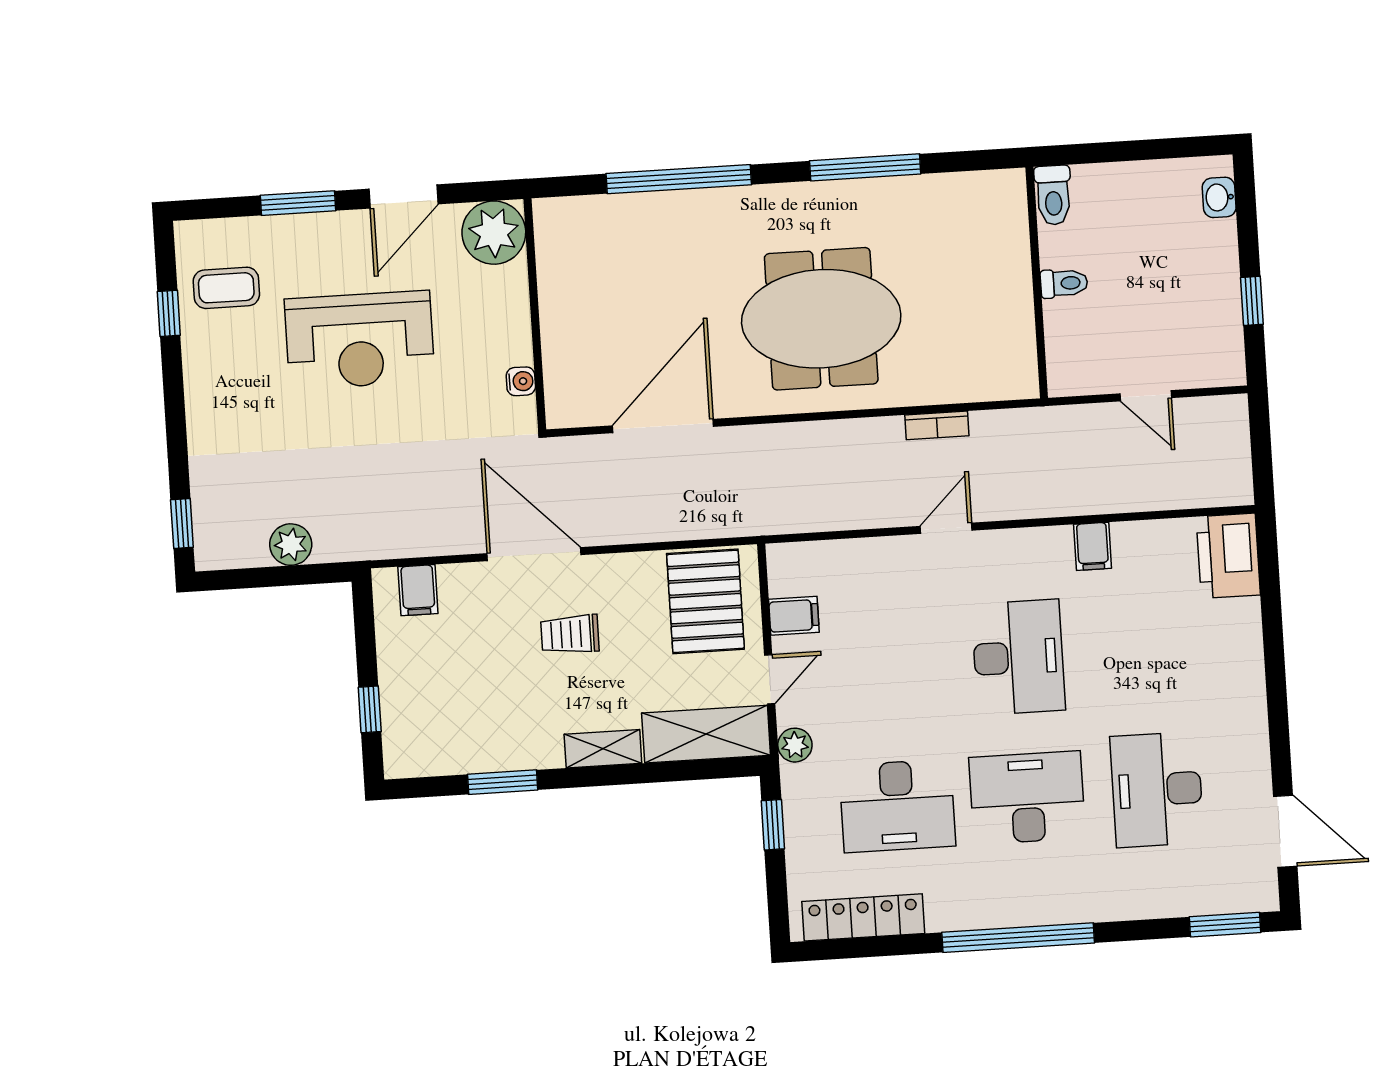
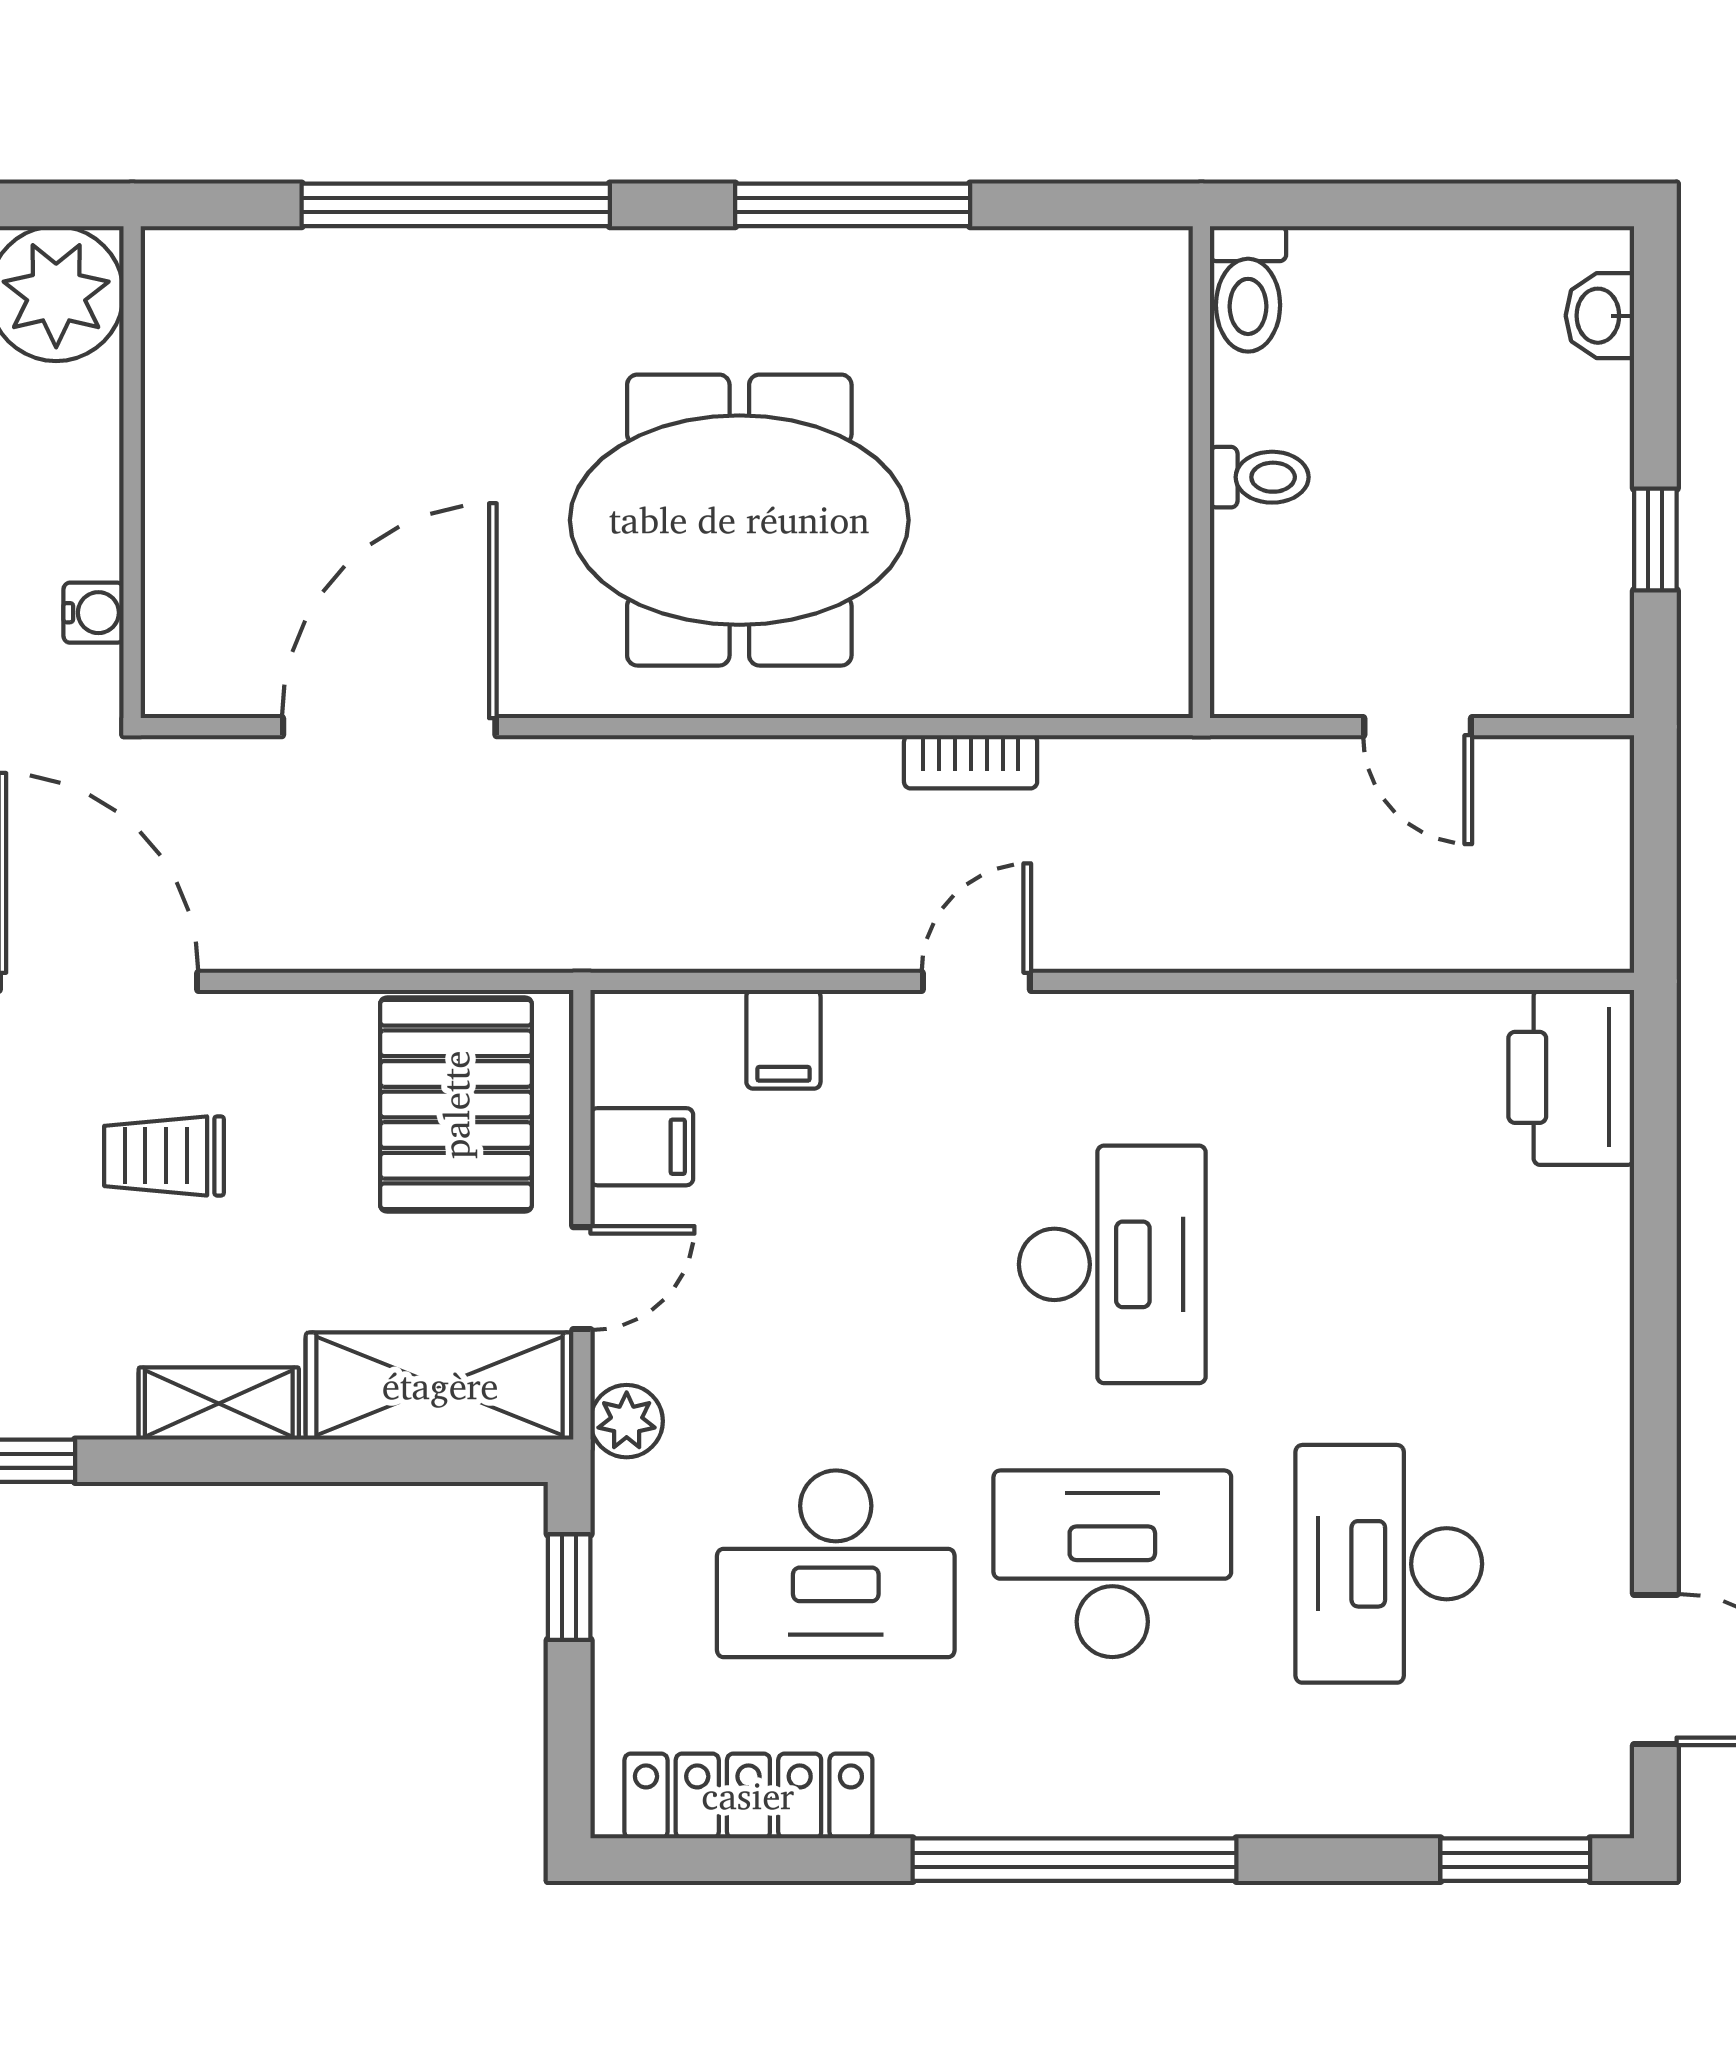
filing cabinet: (1093, 546) -> (783, 1039), moved

